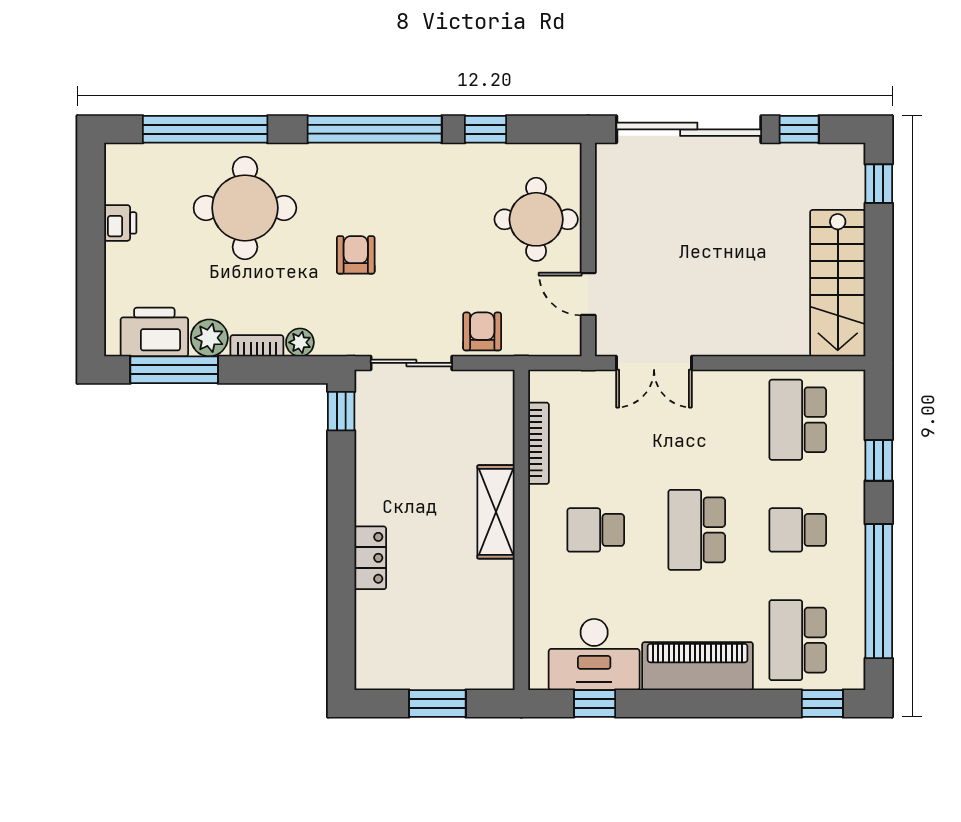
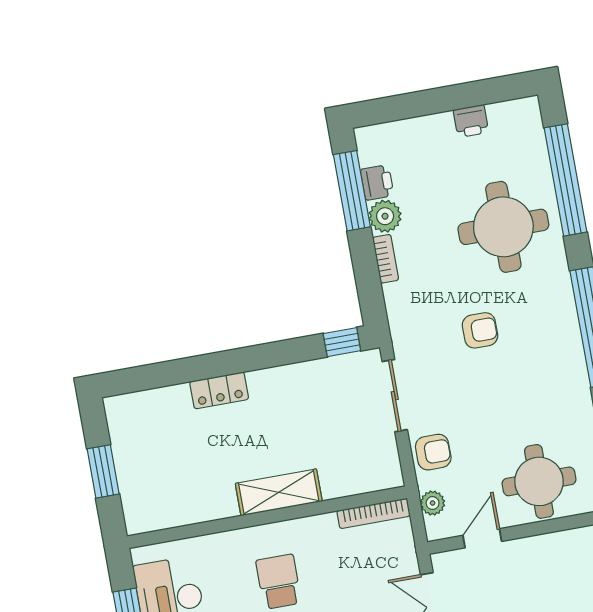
printer: (154, 332) -> (377, 182), width x0.53, depth x0.68
plant: (300, 342) -> (433, 503), moved
bookcase: (539, 443) -> (373, 513), moved

